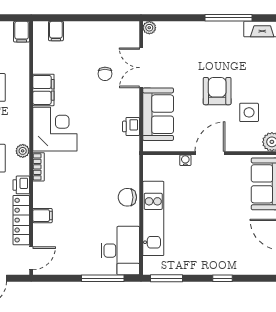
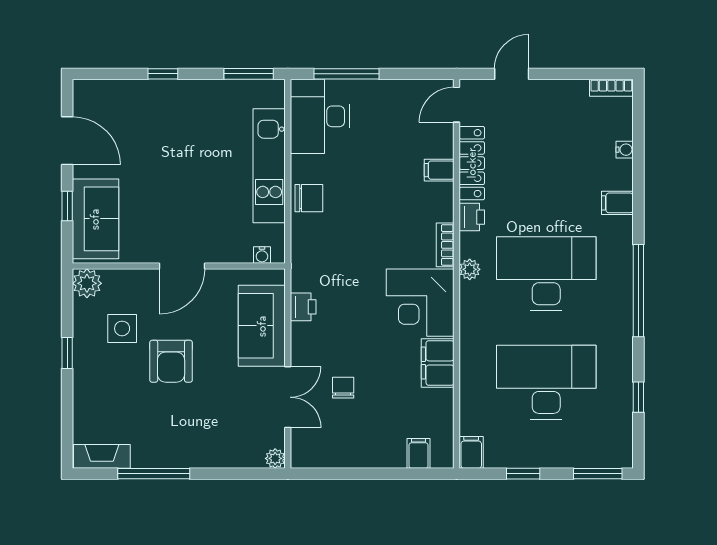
water cooler: (185, 160) -> (262, 255), moved

